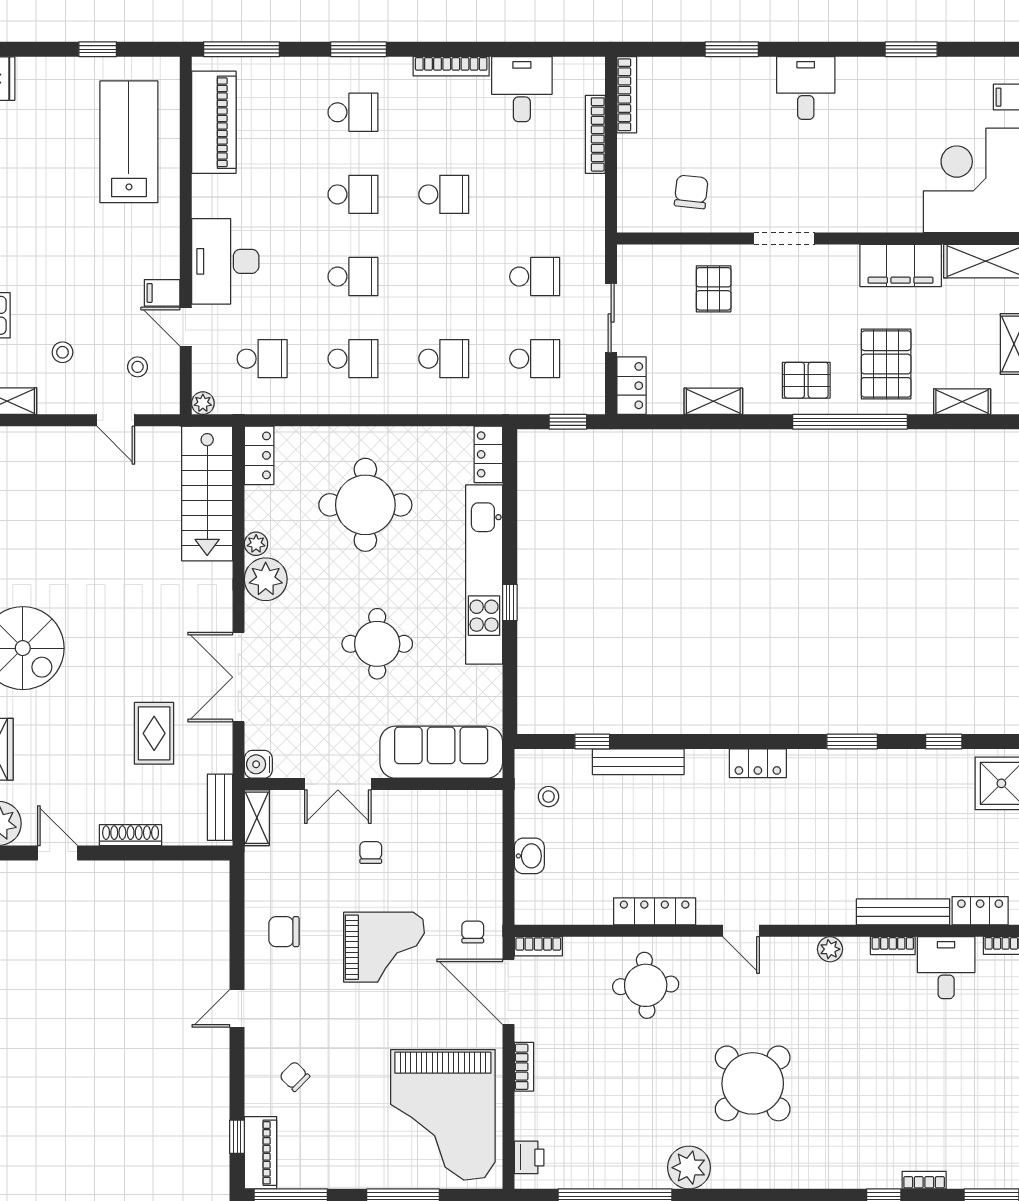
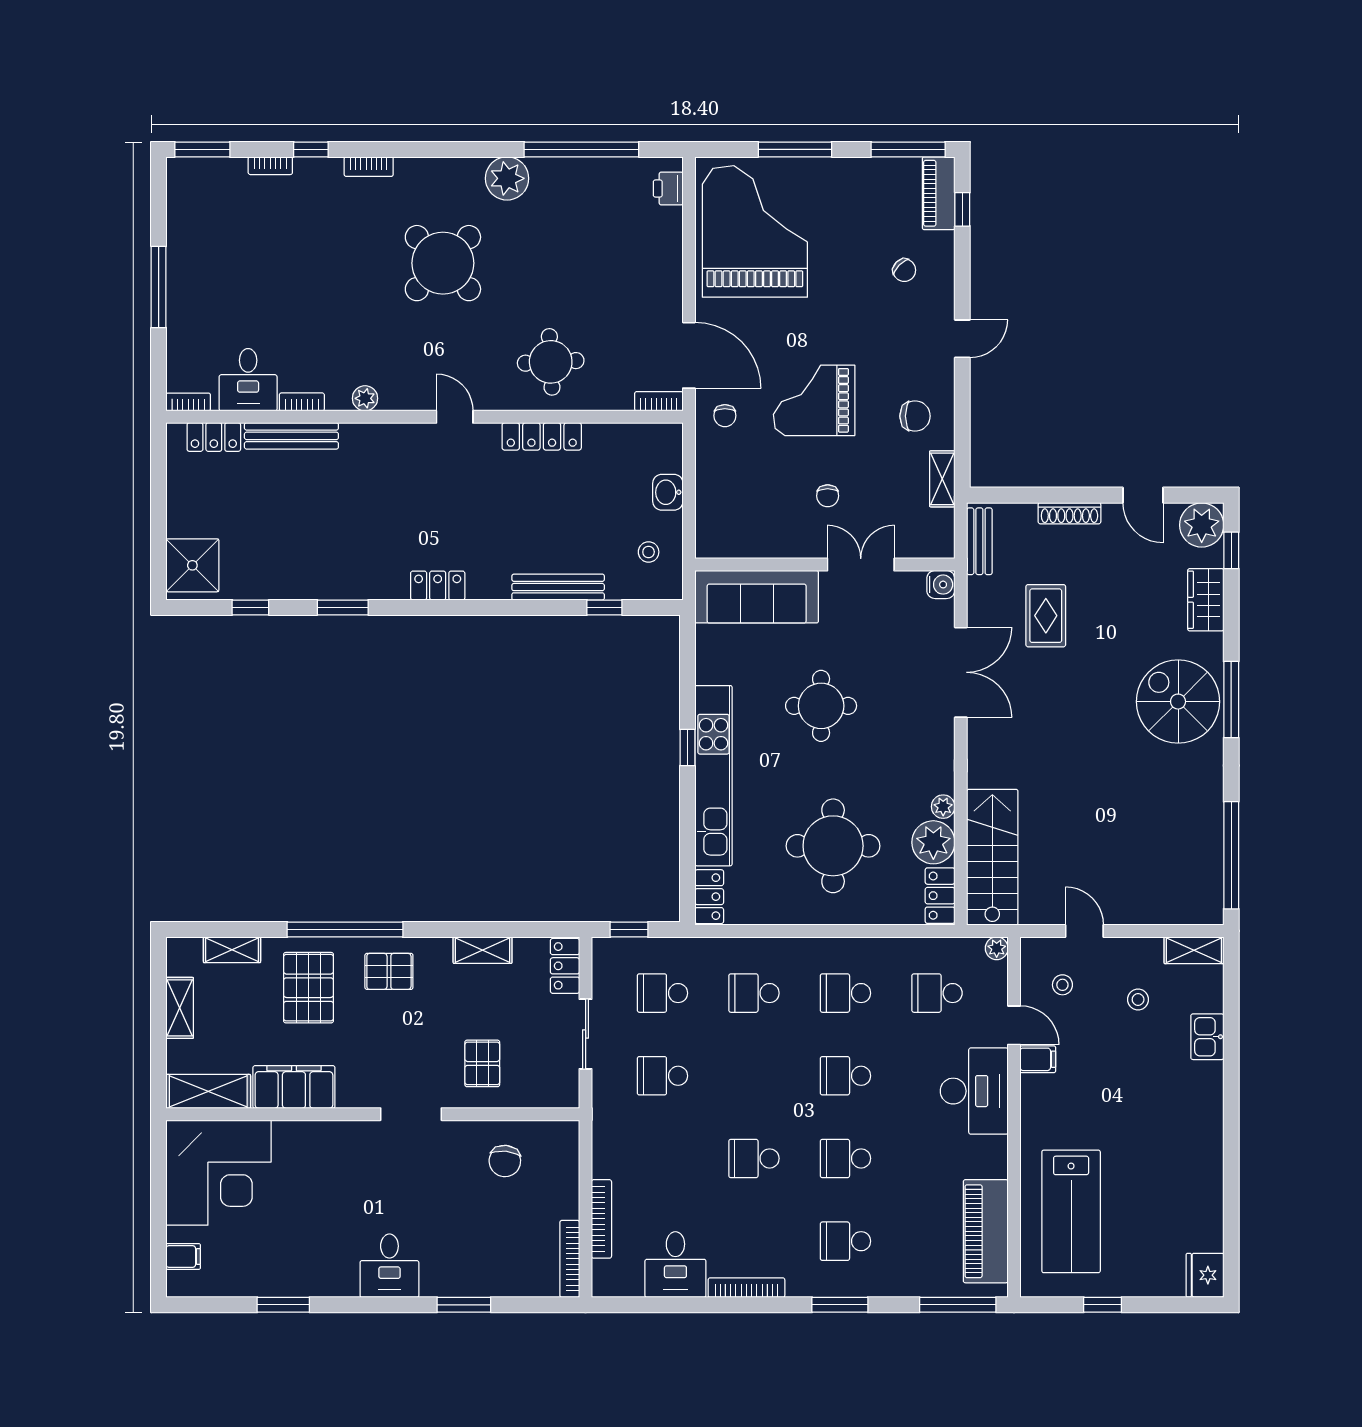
plant: (266, 579) -> (933, 842), moved
shelving: (257, 818) -> (942, 479), moved
bookcase: (524, 1067) -> (369, 167), moved, turned -90

